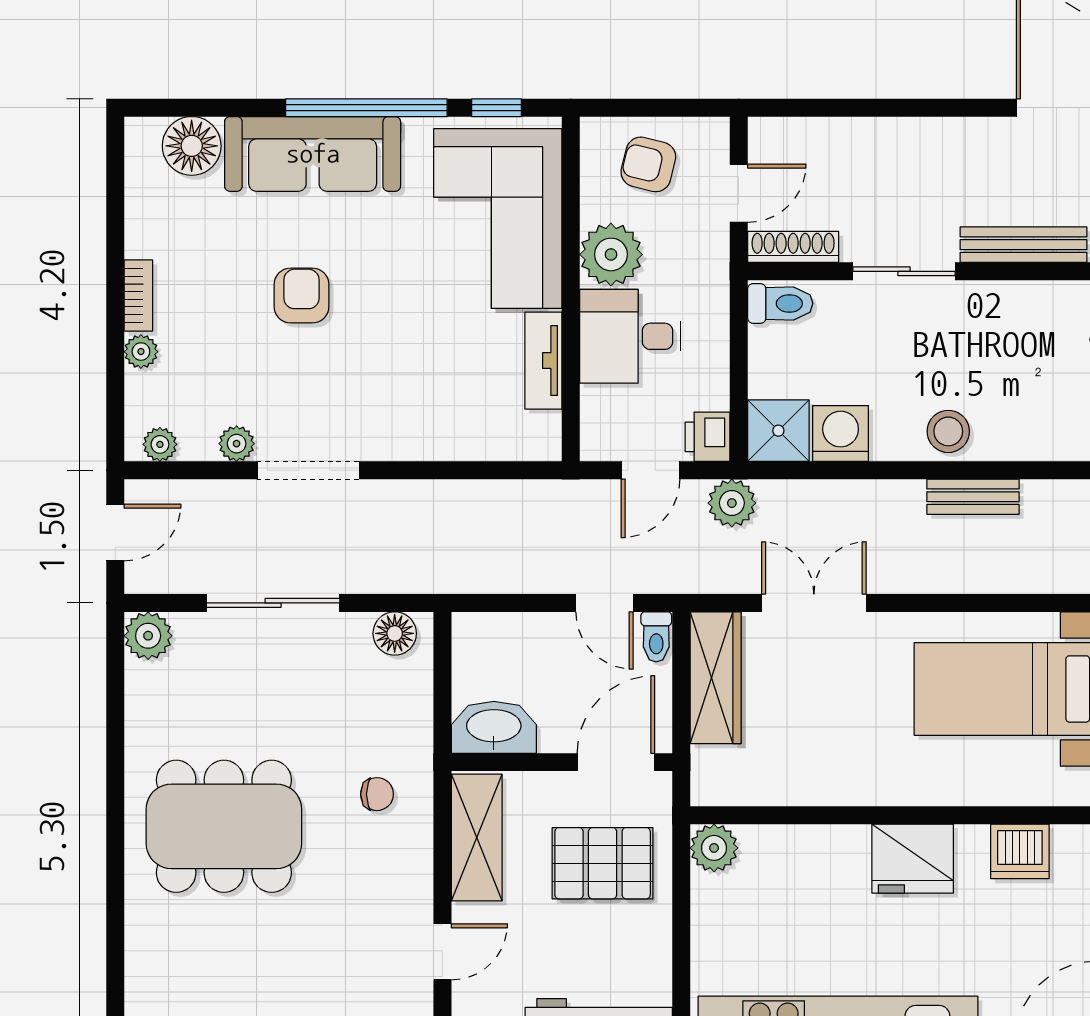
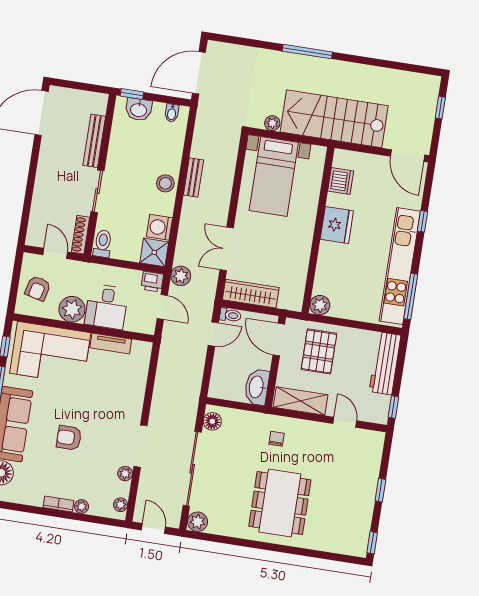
sliding door: (273, 603) -> (192, 469), width x1.36

